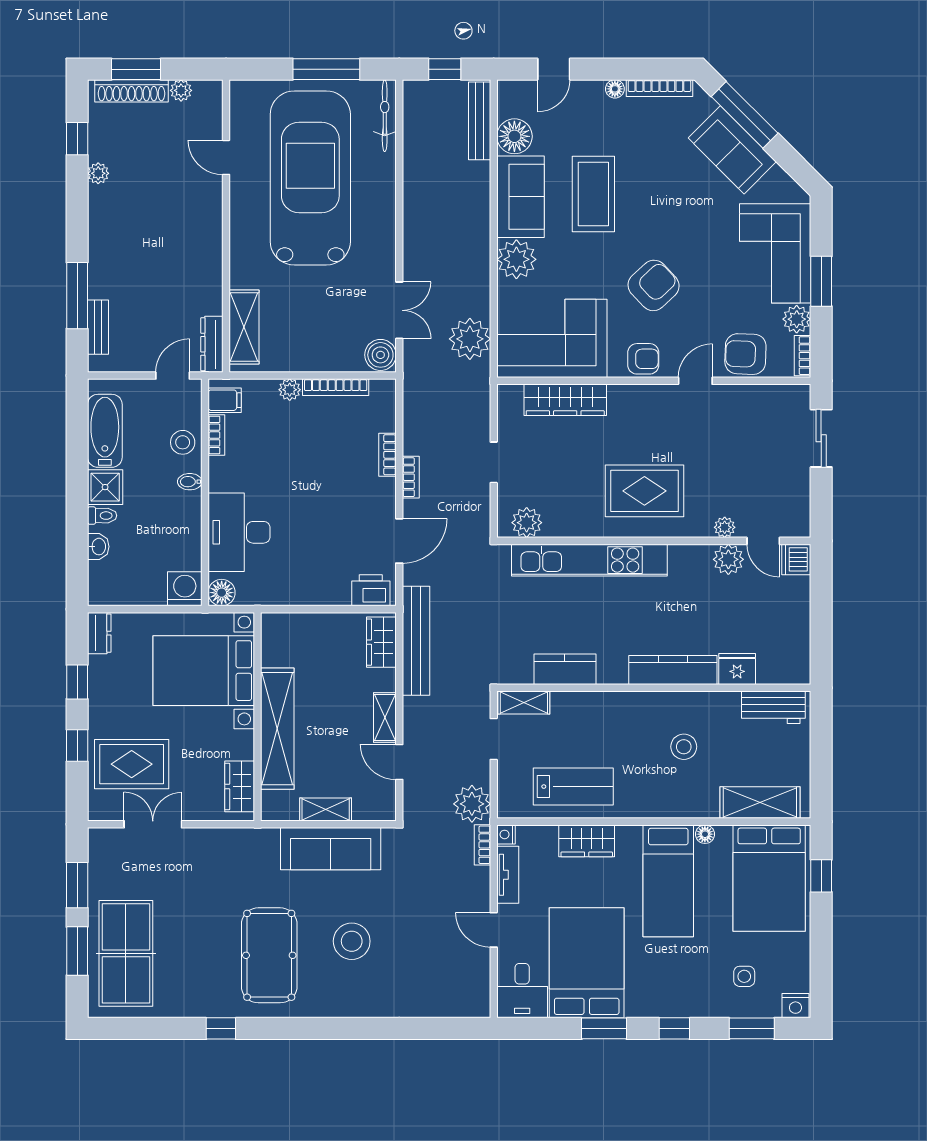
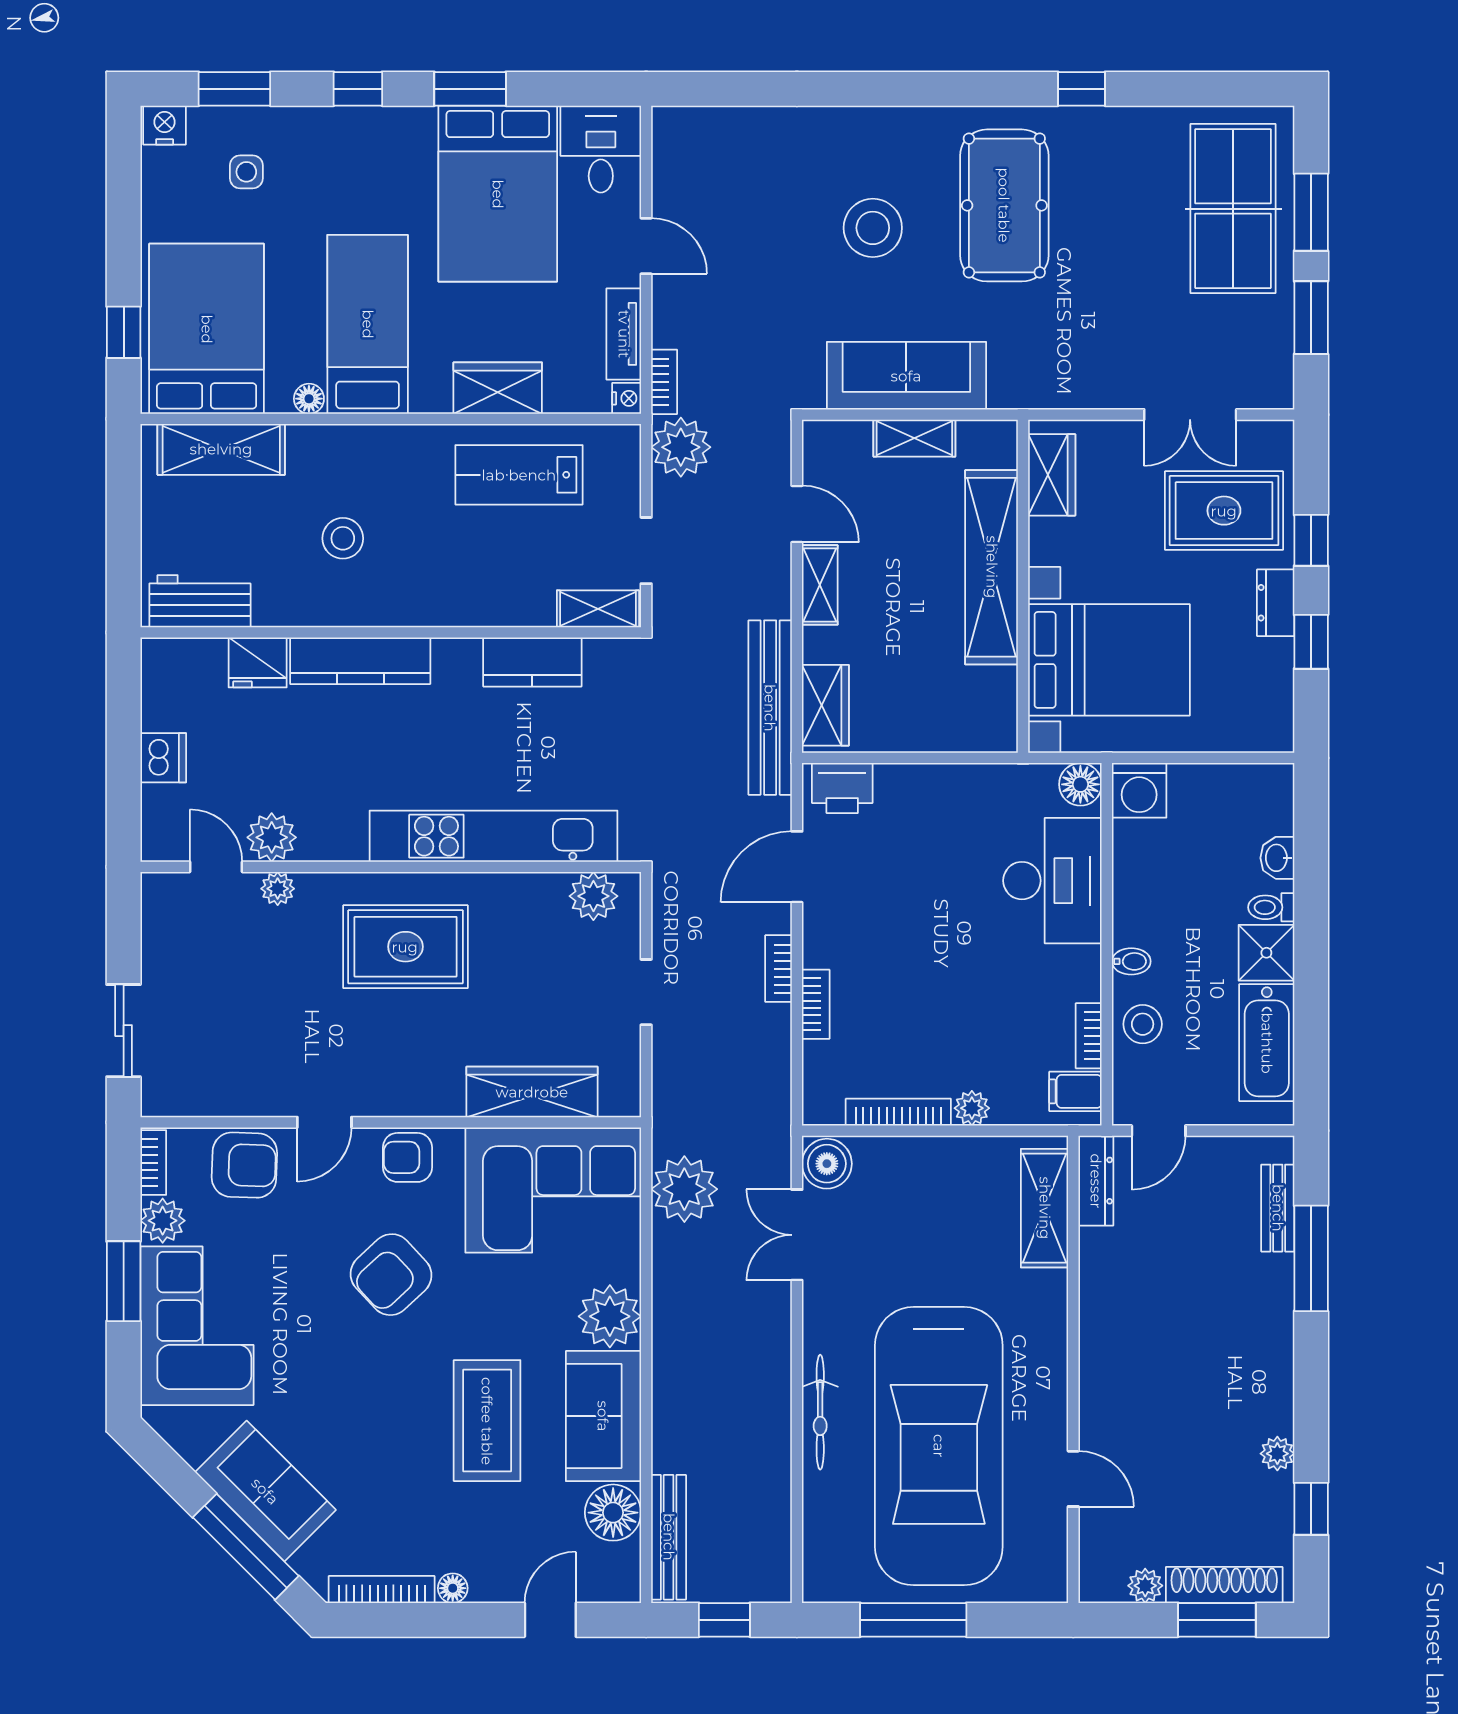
bicycle: (385, 116) -> (820, 1412), moved
dishwasher: (796, 559) -> (163, 758), moved
dresser: (99, 633) -> (1276, 603), moved

